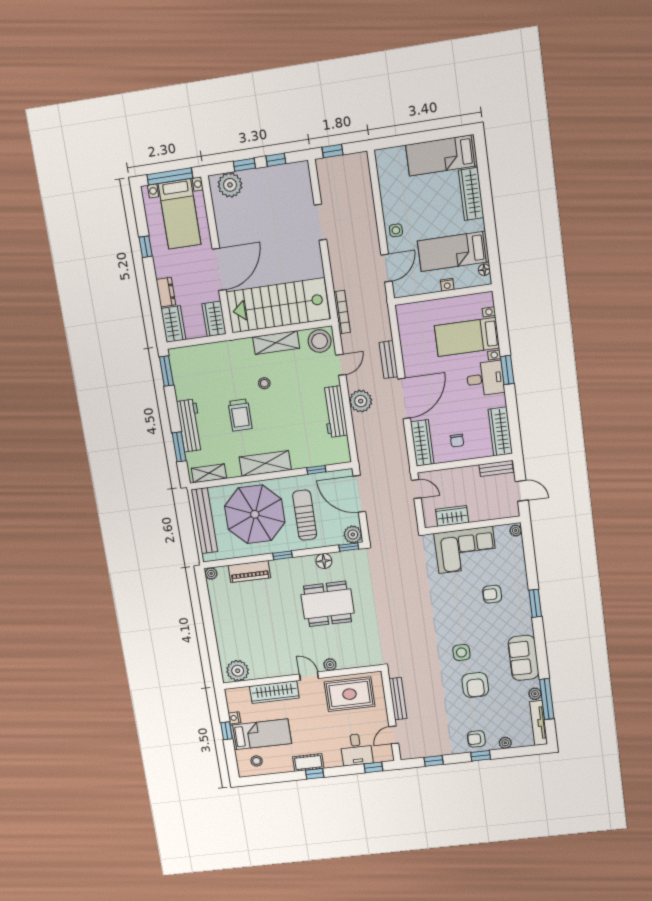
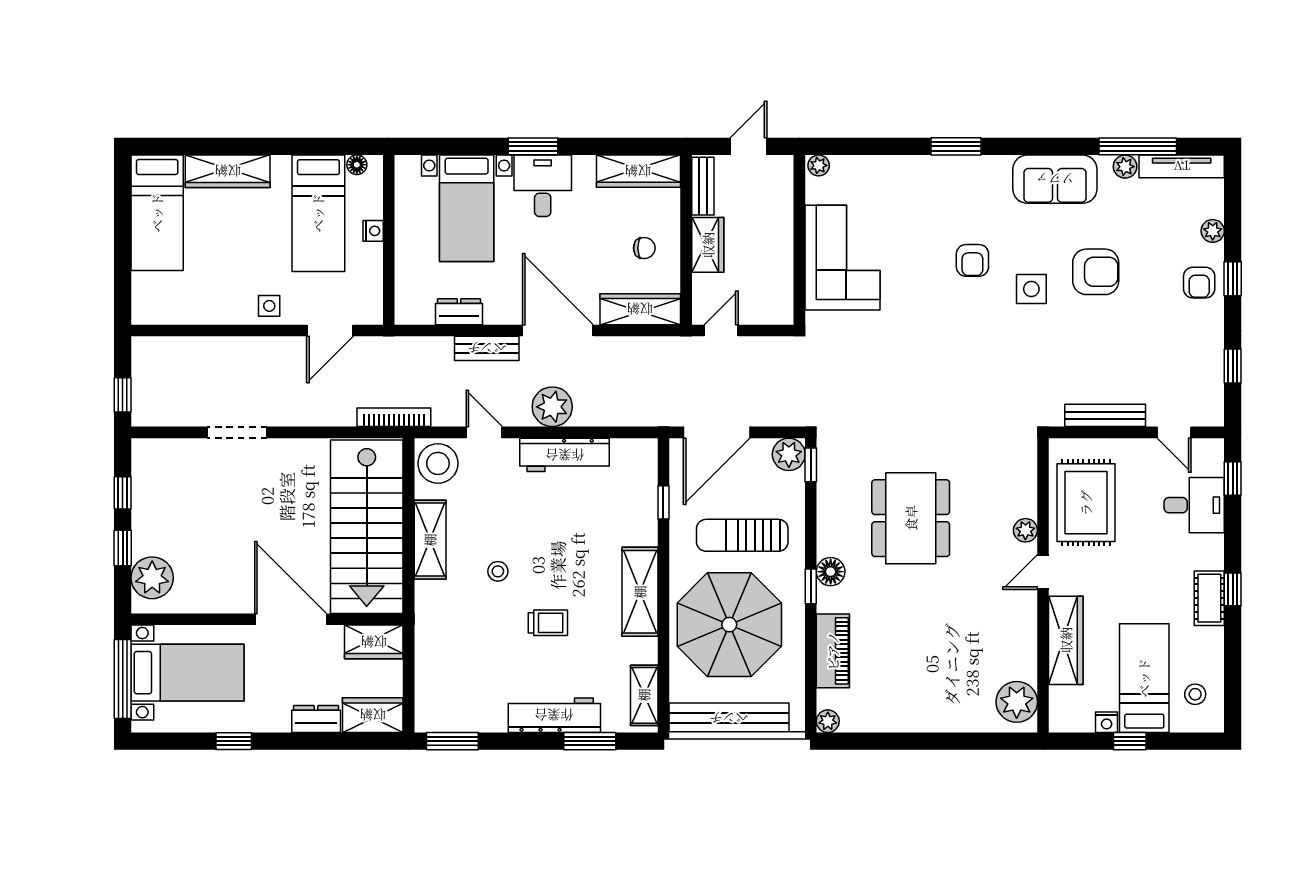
door: (386, 268) -> (330, 330), swing flipped
dresser: (407, 341) -> (459, 312), added
trolley: (240, 415) -> (548, 623), width x0.73, depth x0.72
wardrobe: (452, 516) -> (708, 245), moved, turned 180
floor lamp: (324, 561) -> (831, 572), moved
armchair: (492, 594) -> (972, 260), moved

